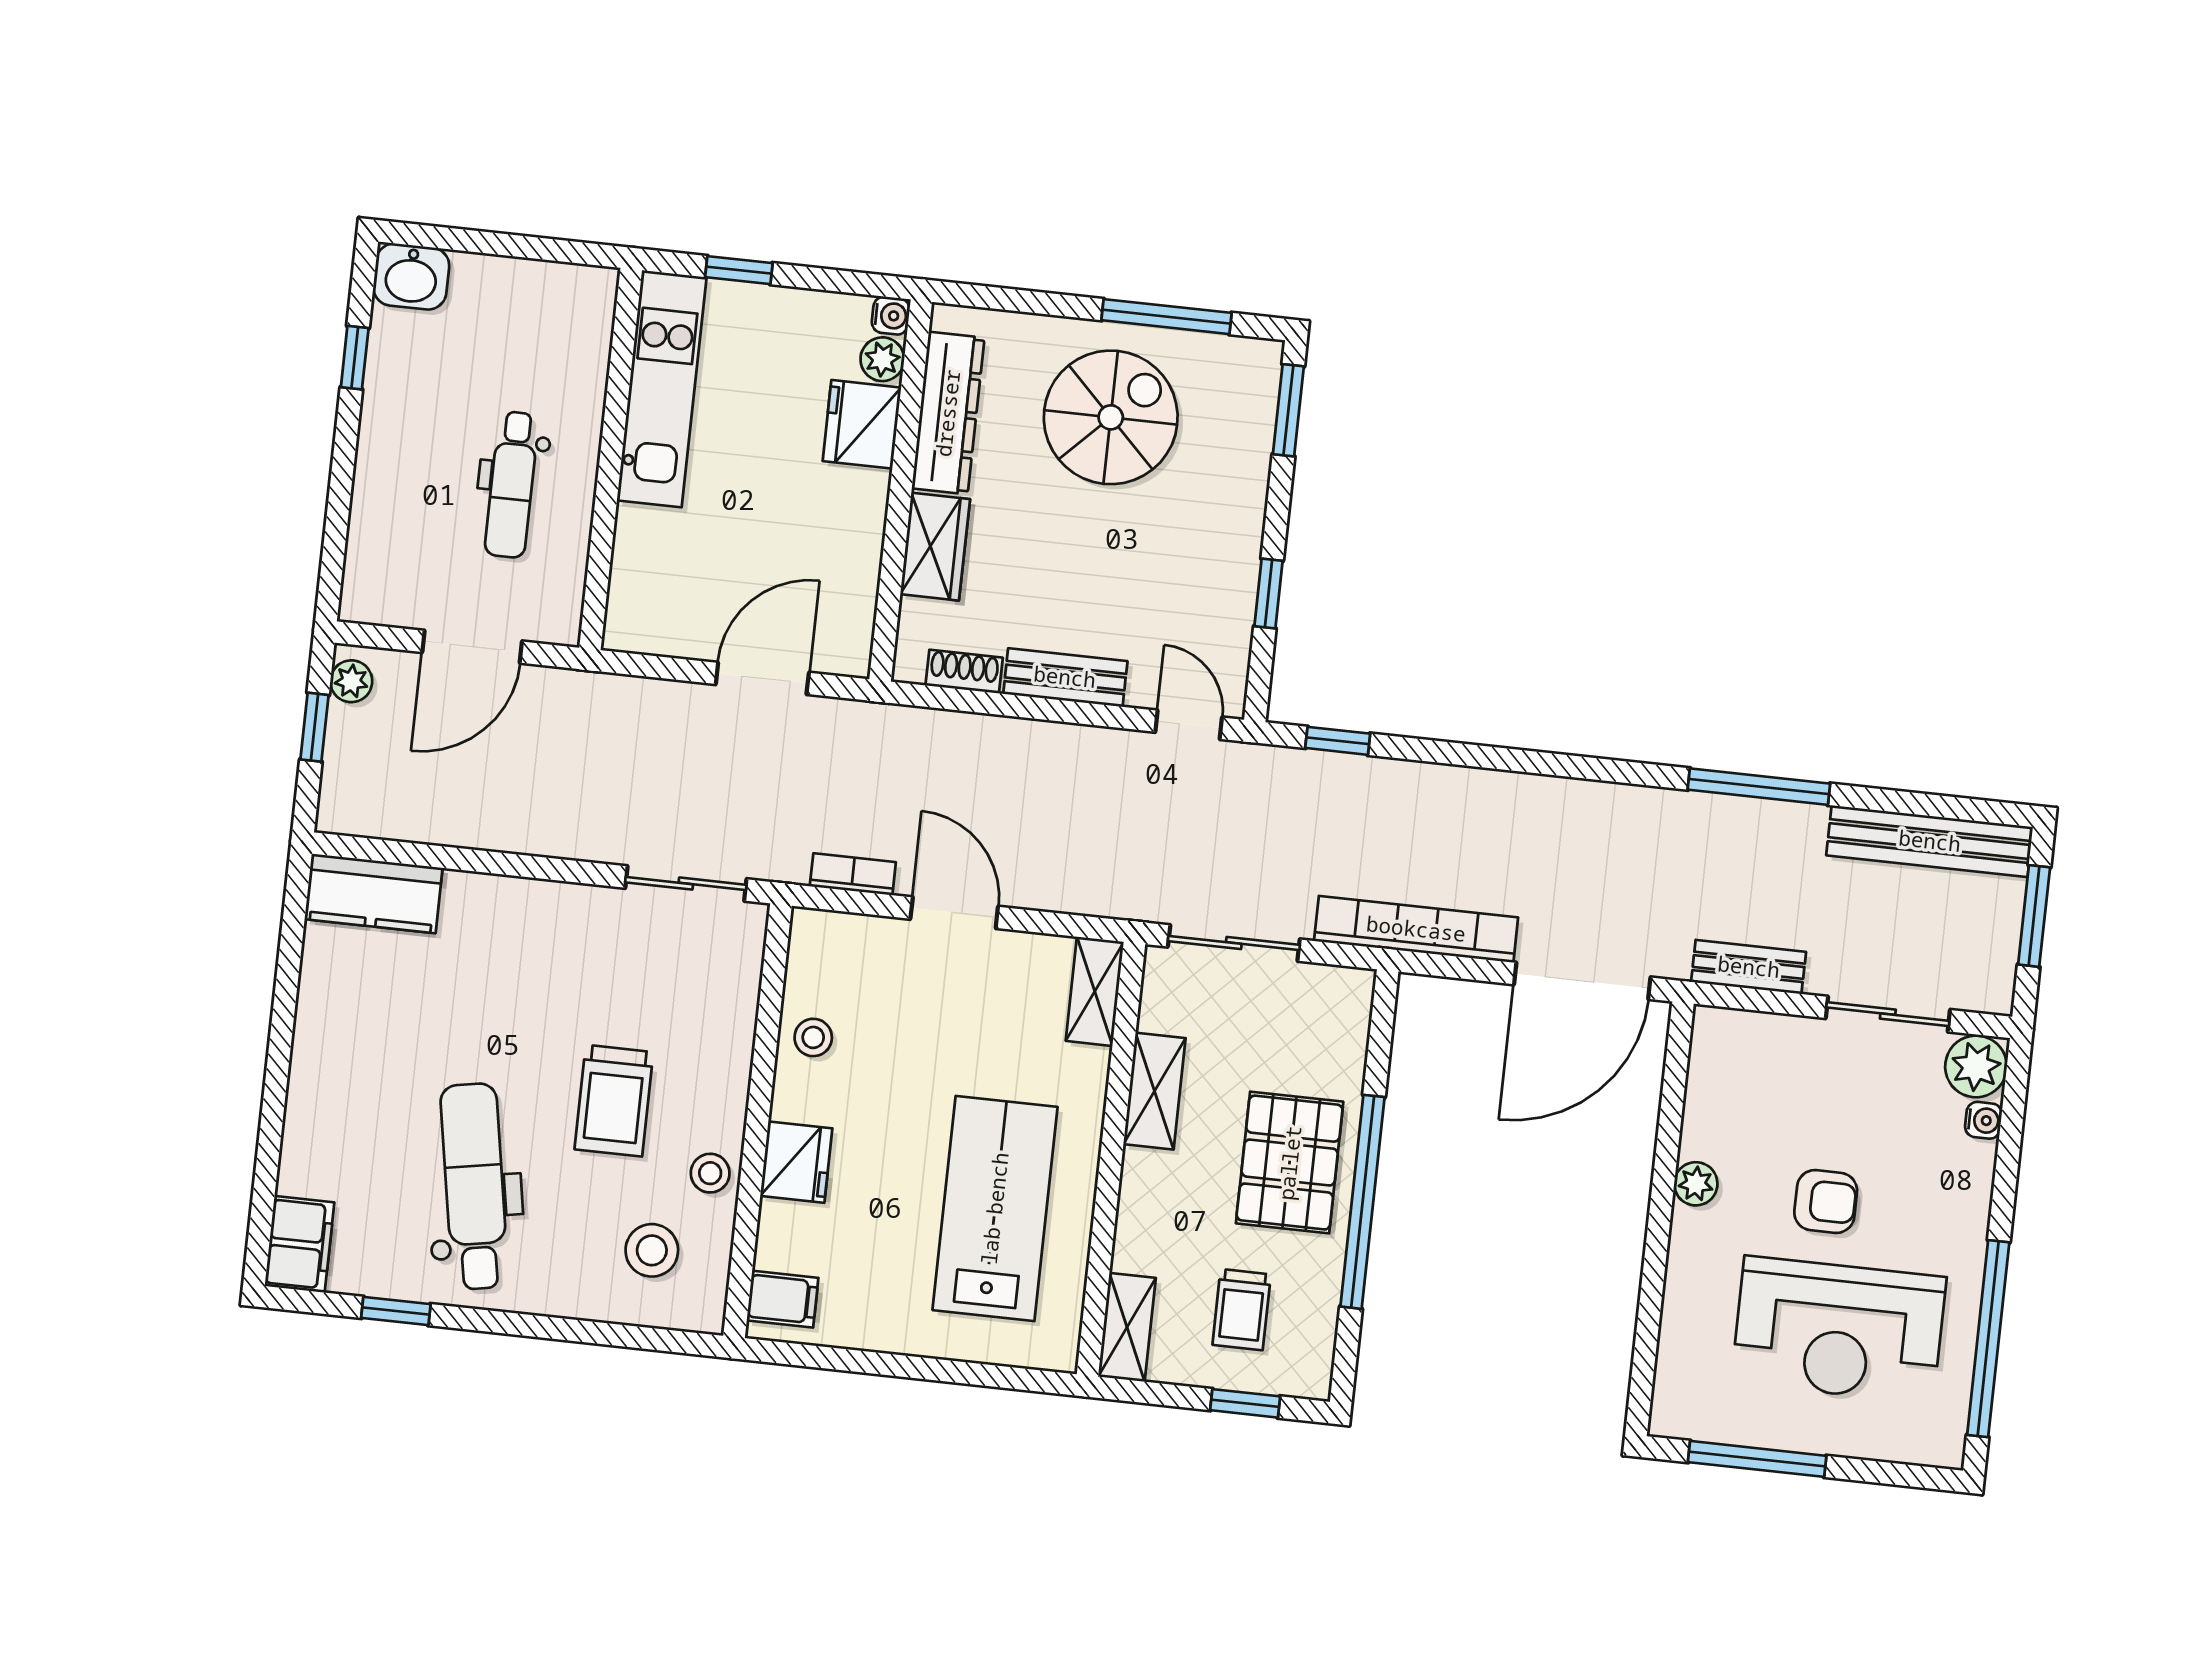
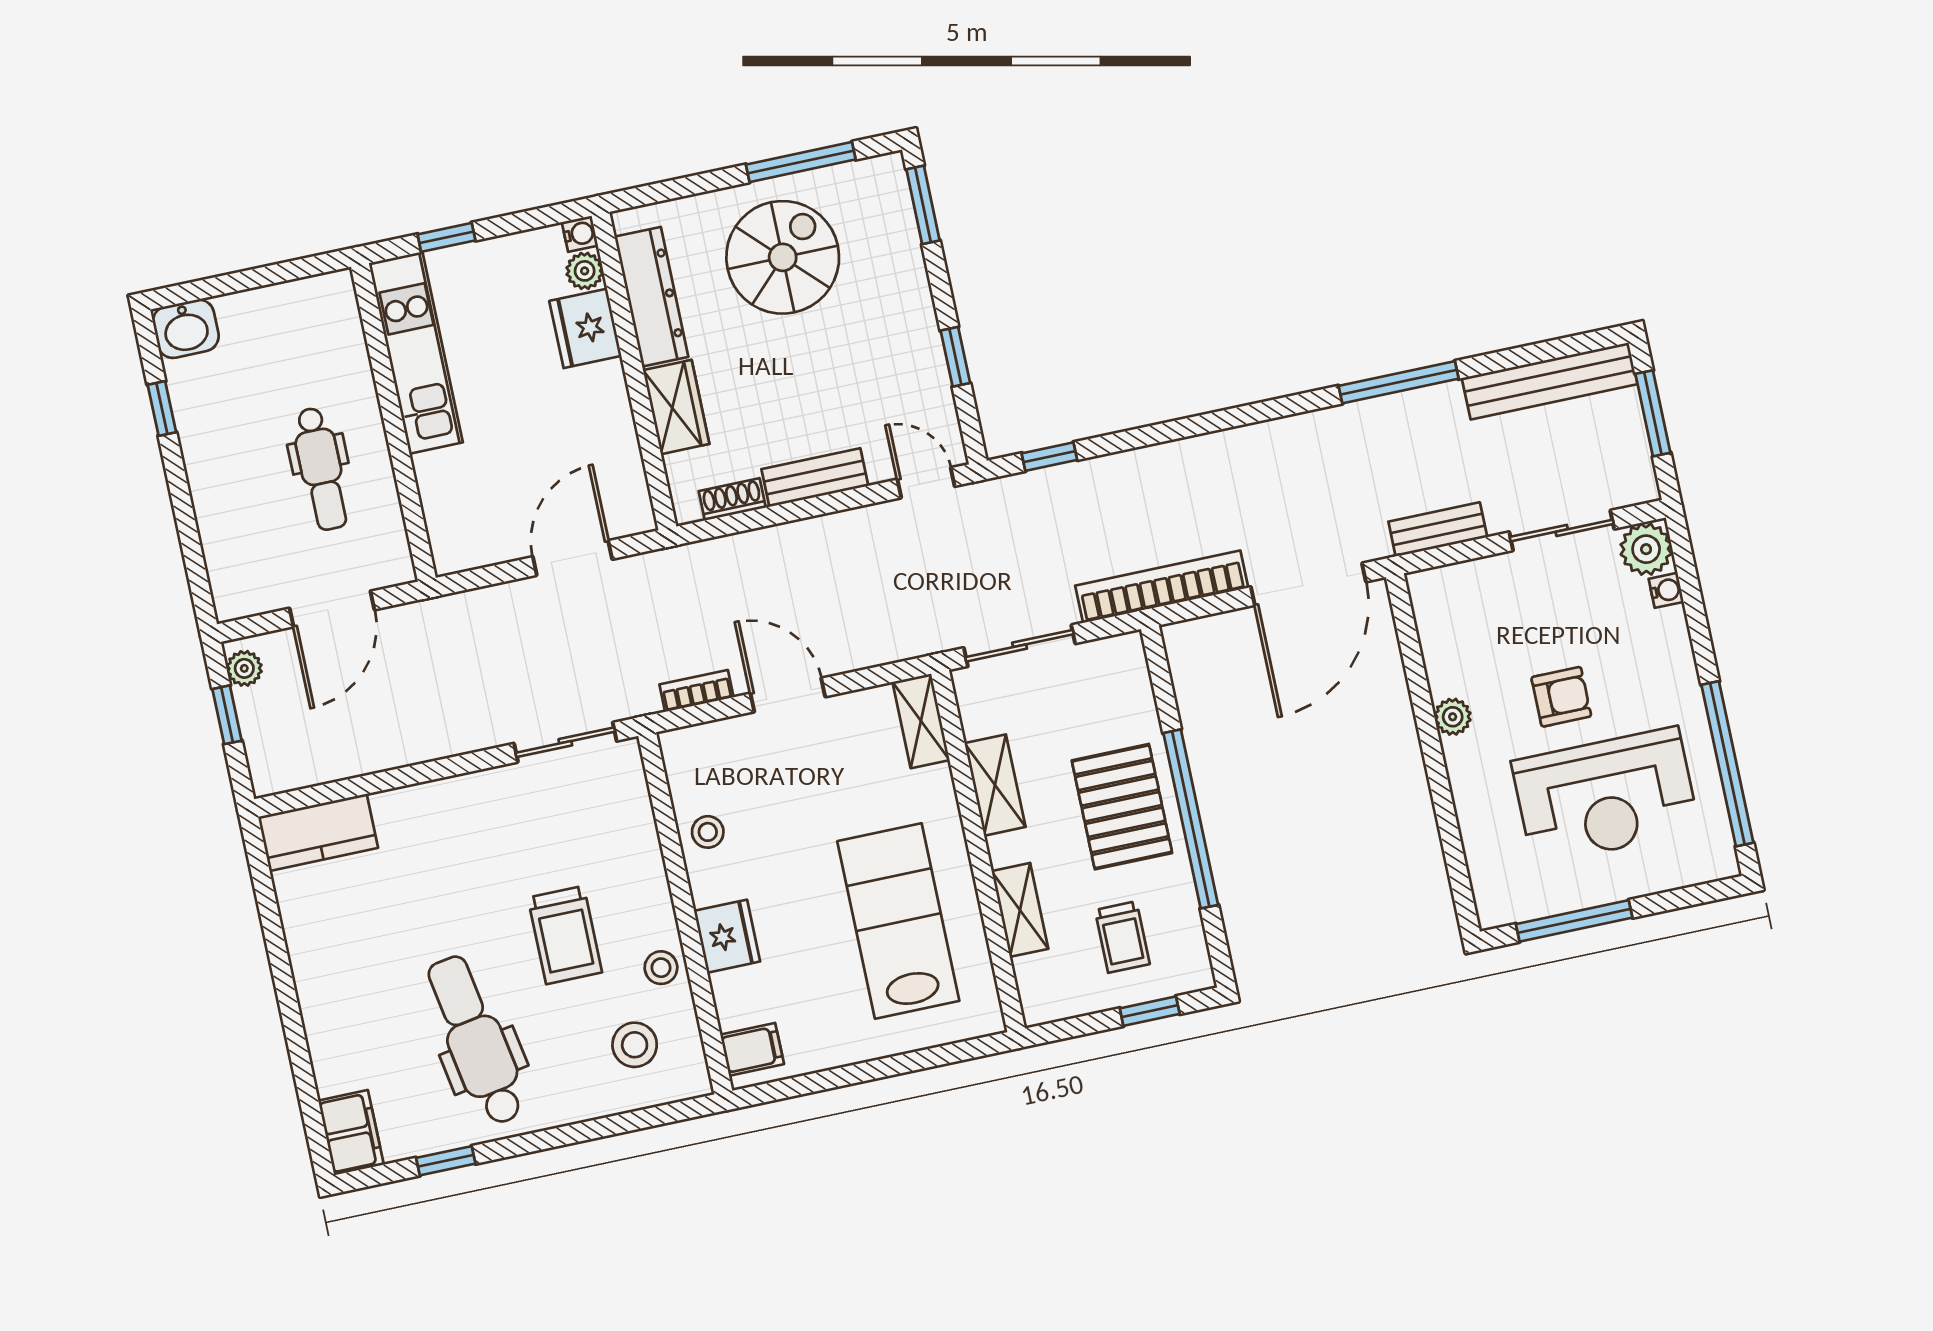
shelving: (1127, 1327) -> (1020, 910), moved

